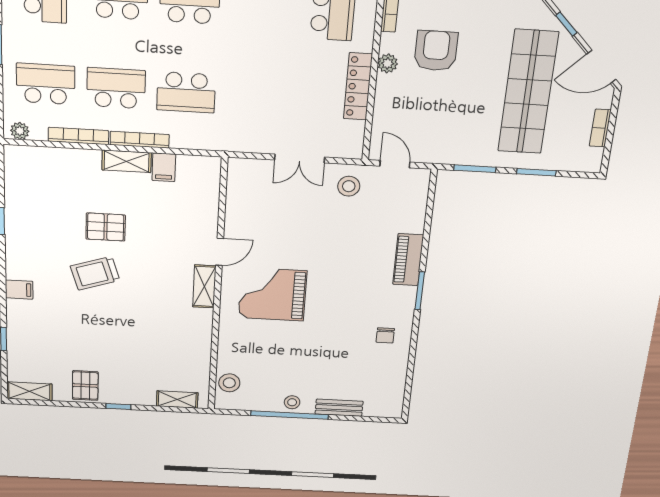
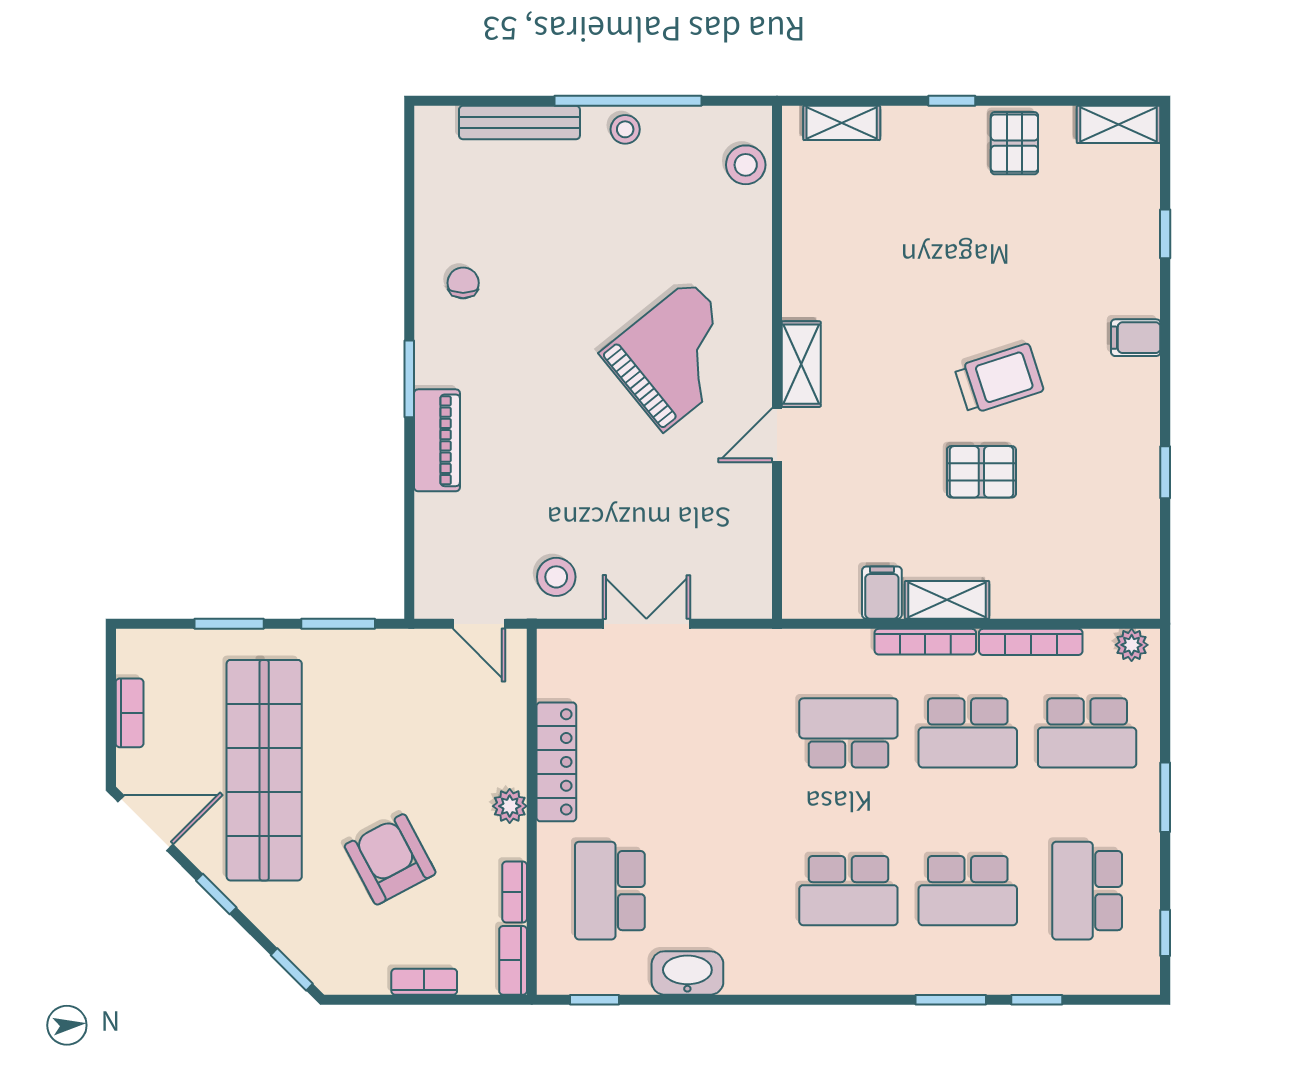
armchair: (436, 51) -> (390, 859), moved, turned 152
grand piano: (272, 294) -> (677, 356), turned -39
bench: (339, 408) -> (519, 123), width x1.36

